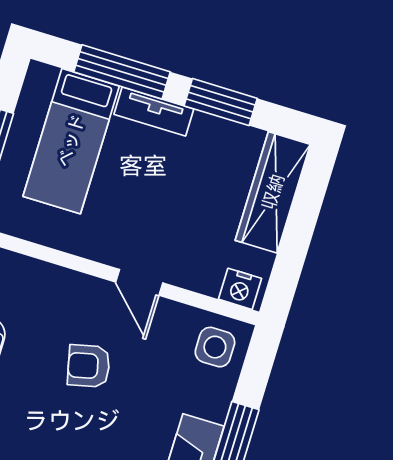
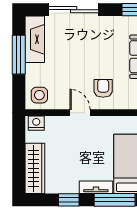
window: (221, 102) -> (69, 200), width x0.67
armchair: (89, 366) -> (103, 88), moved, turned -77

